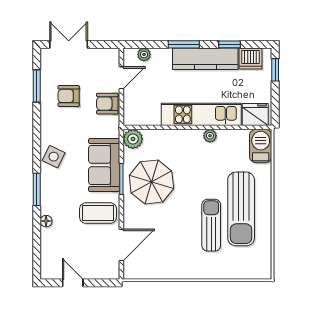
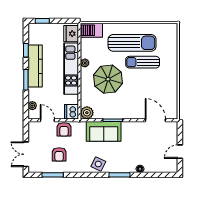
dishwasher: (250, 59) -> (71, 112), moved, turned 180
parasol: (151, 182) -> (108, 79), moved
coffee table: (98, 213) -> (135, 135), removed

